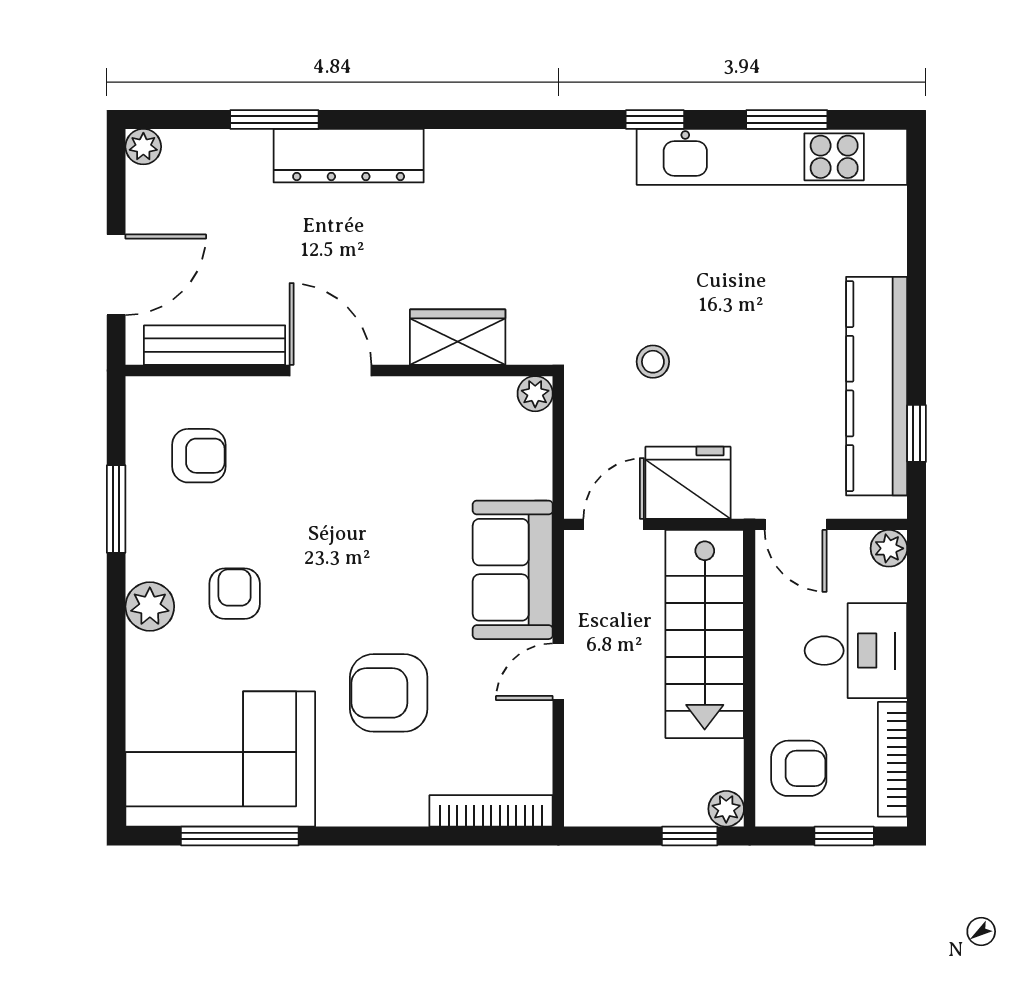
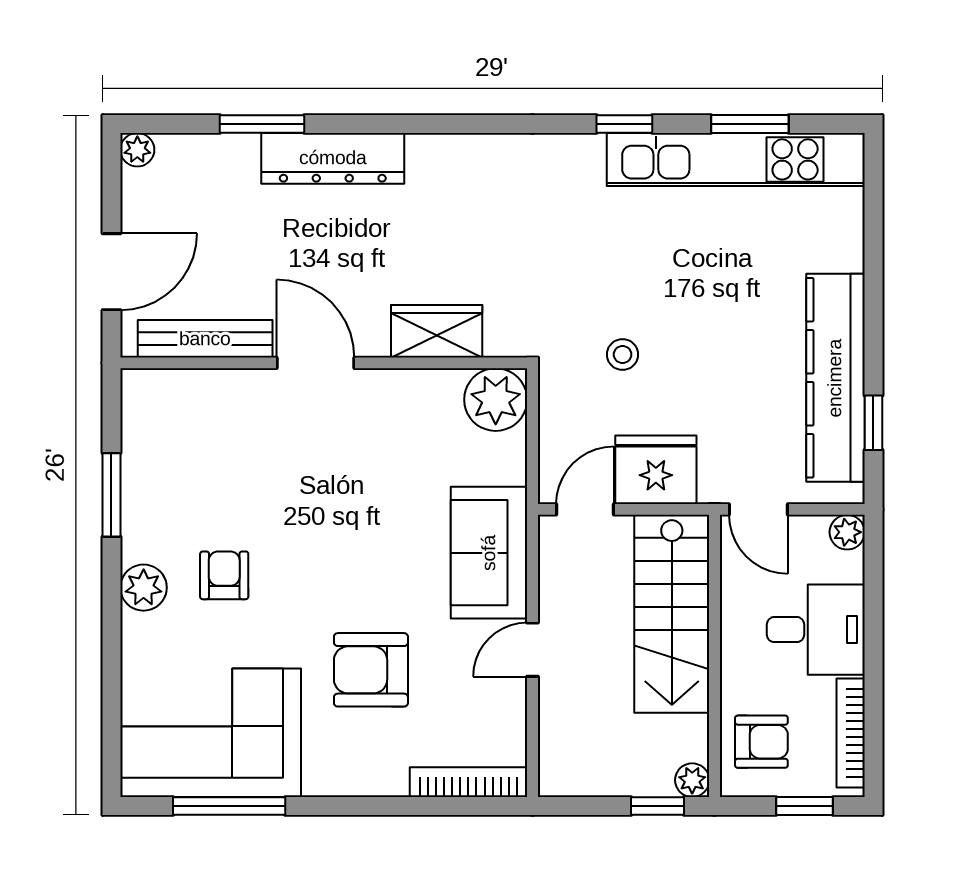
plant: (535, 394) -> (496, 400), width x1.88, depth x1.88
armchair: (199, 456) -> (190, 444), removed

